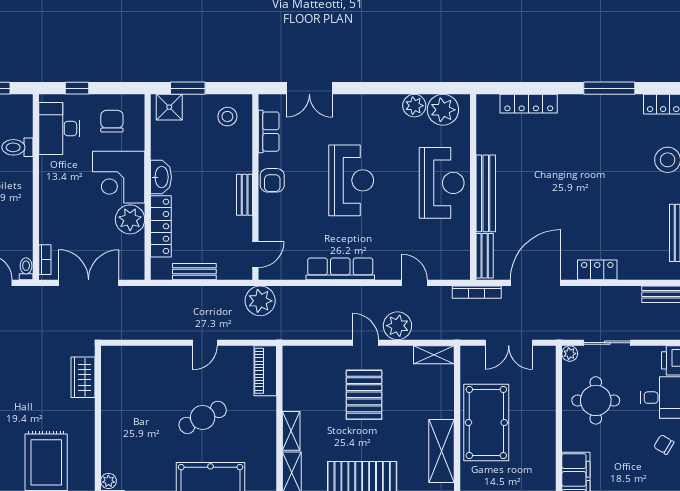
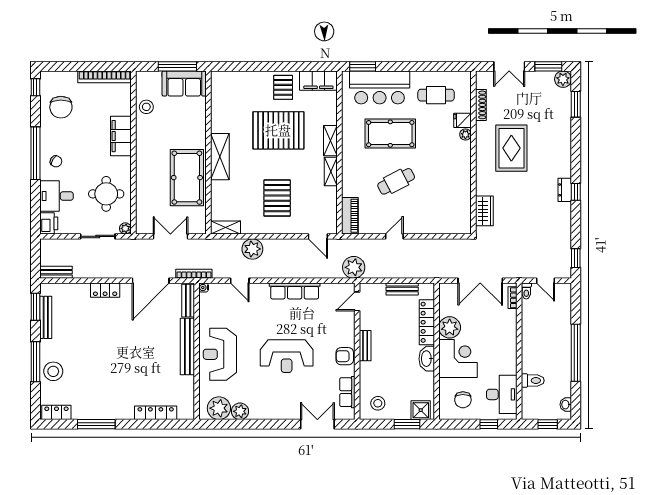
armchair: (272, 180) -> (345, 356), turned -90
reception desk: (351, 180) -> (287, 356), turned -90
water cooler: (464, 273) -> (204, 288), added
door: (366, 343) -> (318, 236), moved

